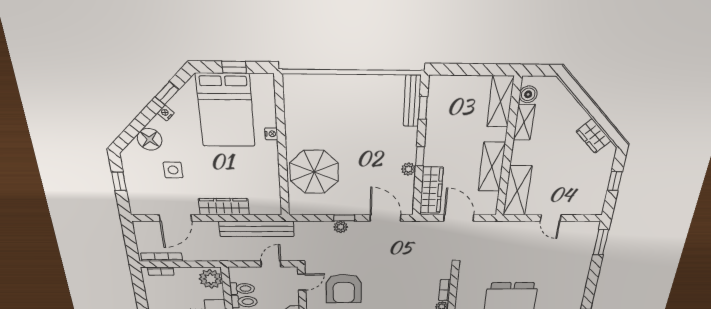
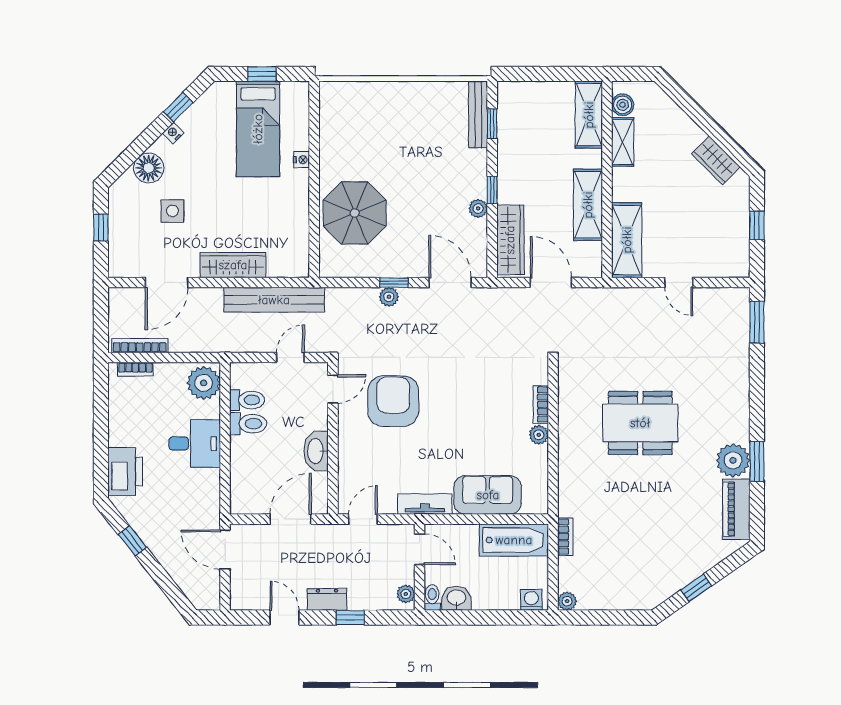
bed: (226, 110) -> (258, 129), width x0.67
armchair: (344, 289) -> (393, 401), turned 180

